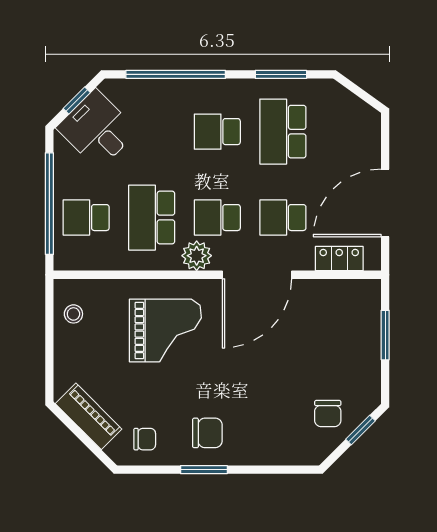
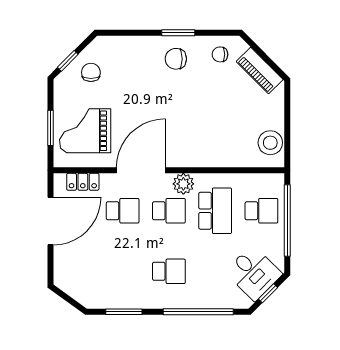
school desk: (283, 132) -> (123, 271), removed
stool: (73, 314) -> (270, 143), width x1.89, depth x1.89
grand piano: (165, 330) -> (85, 131), moved

